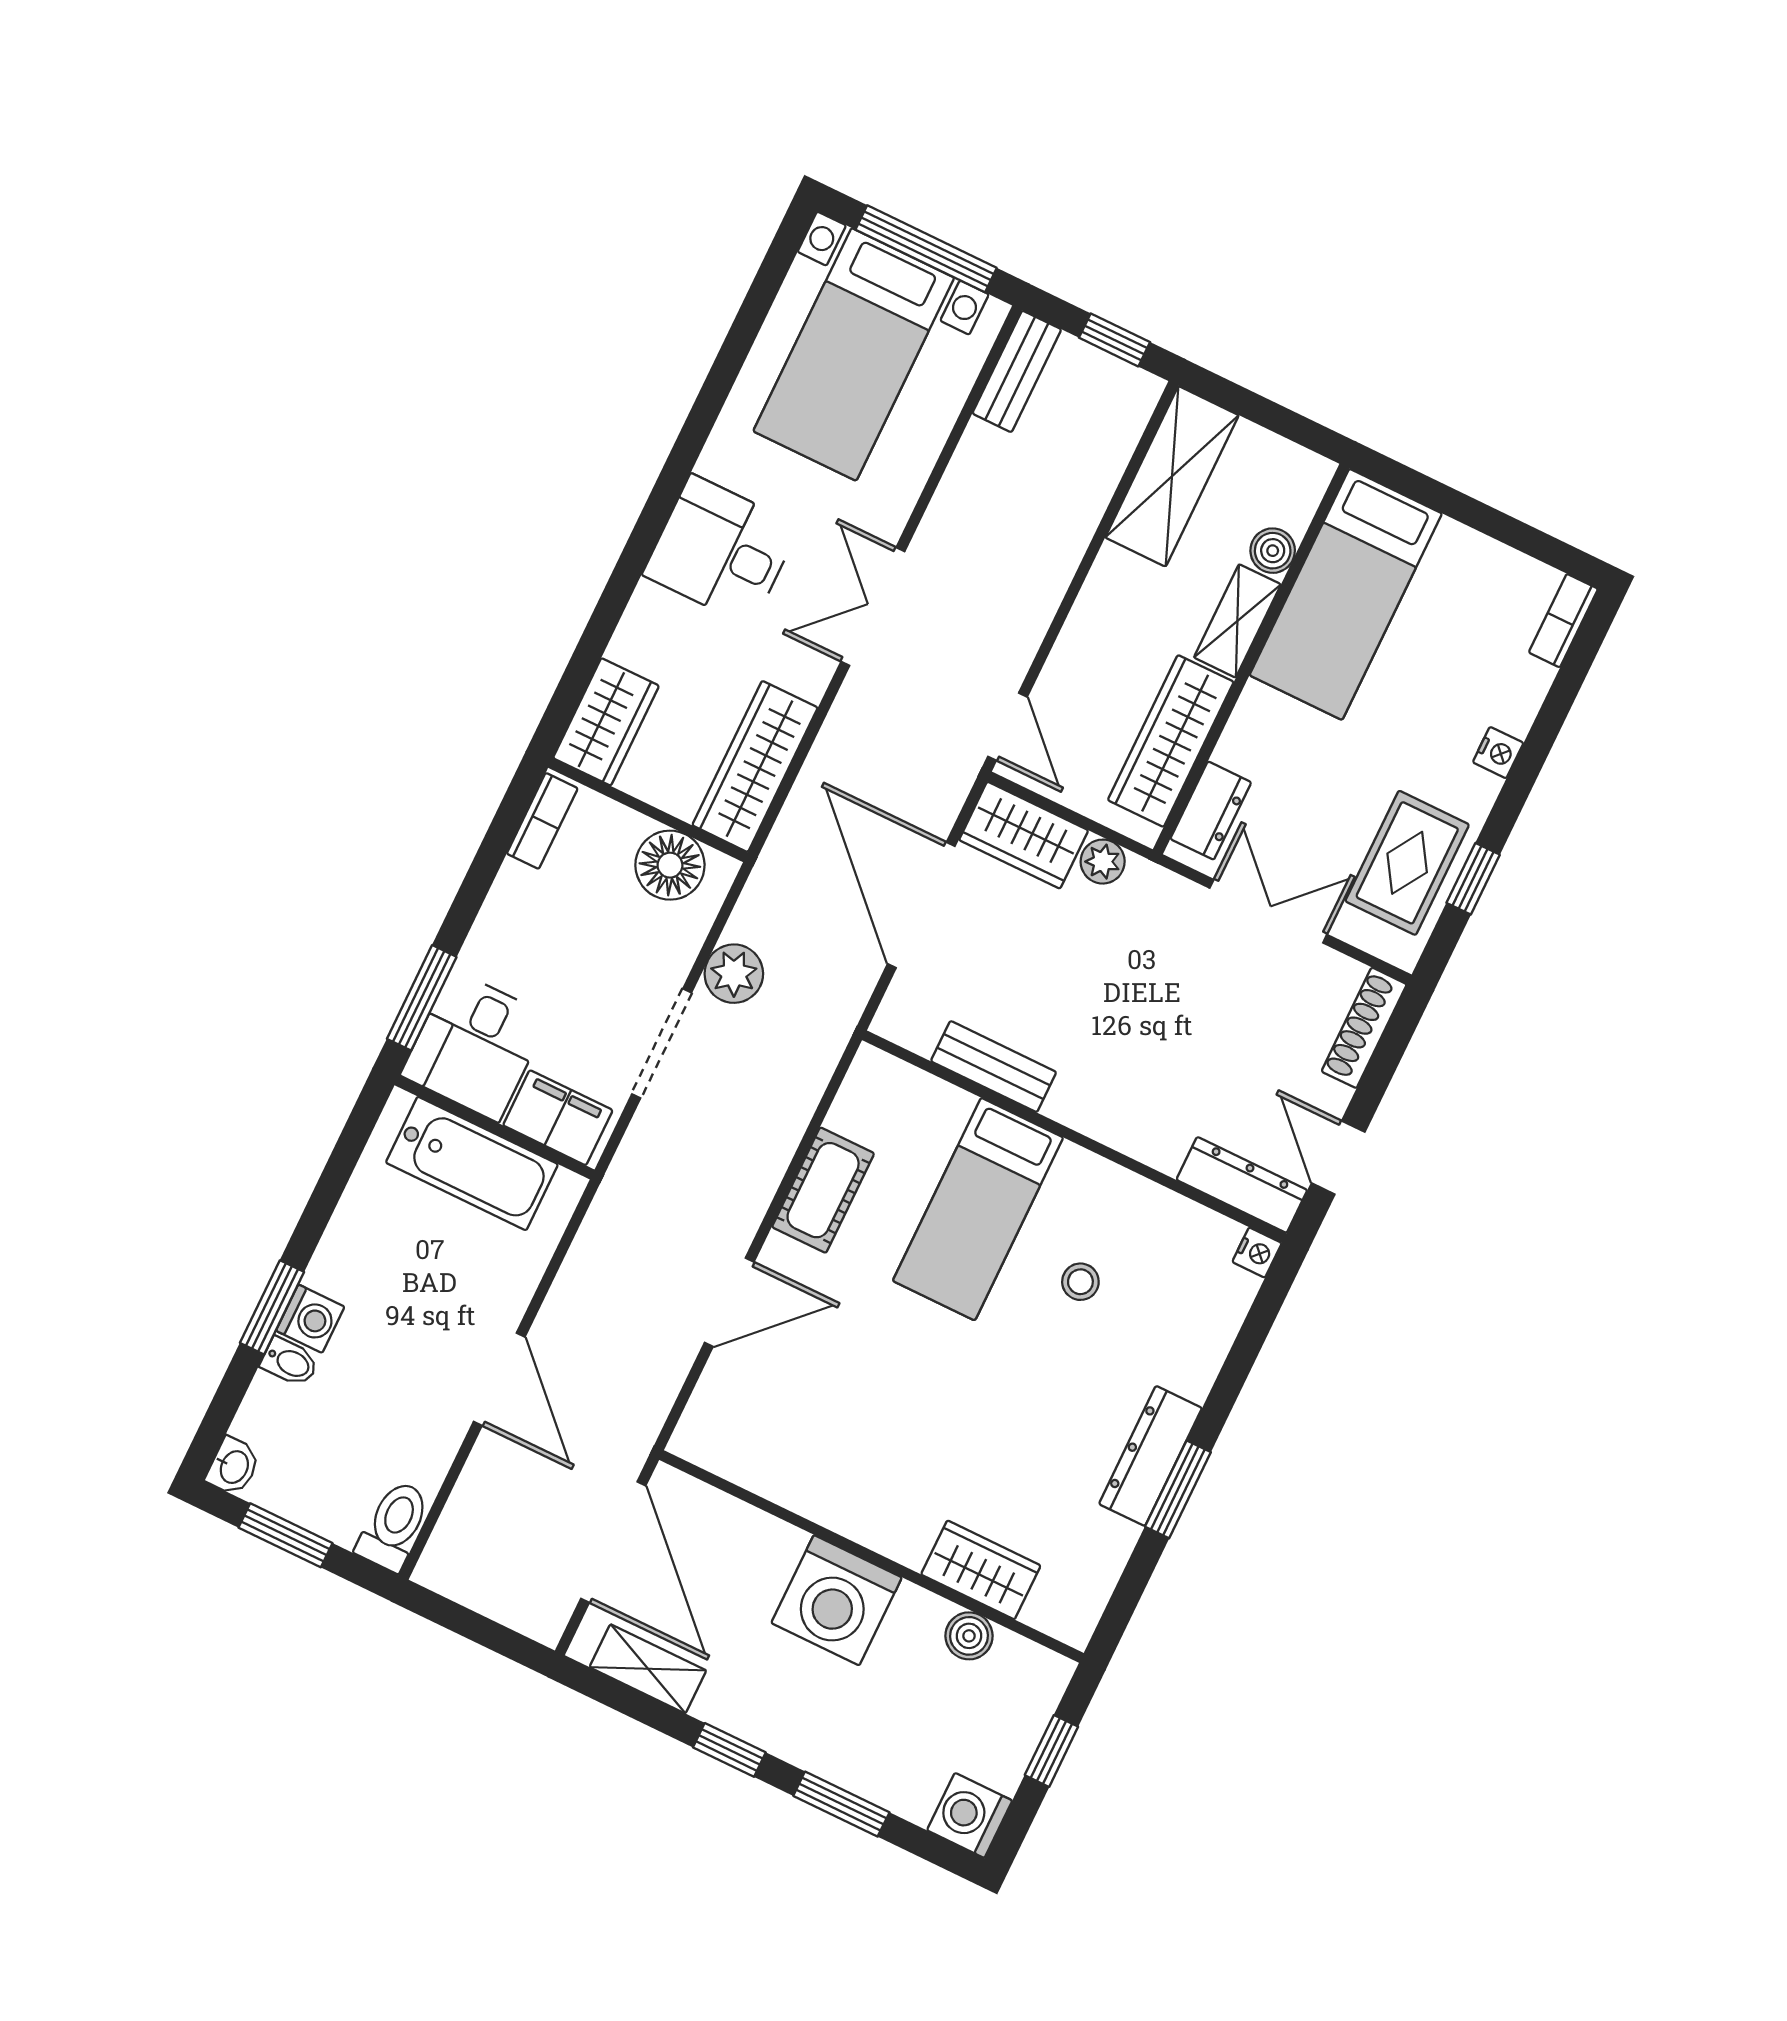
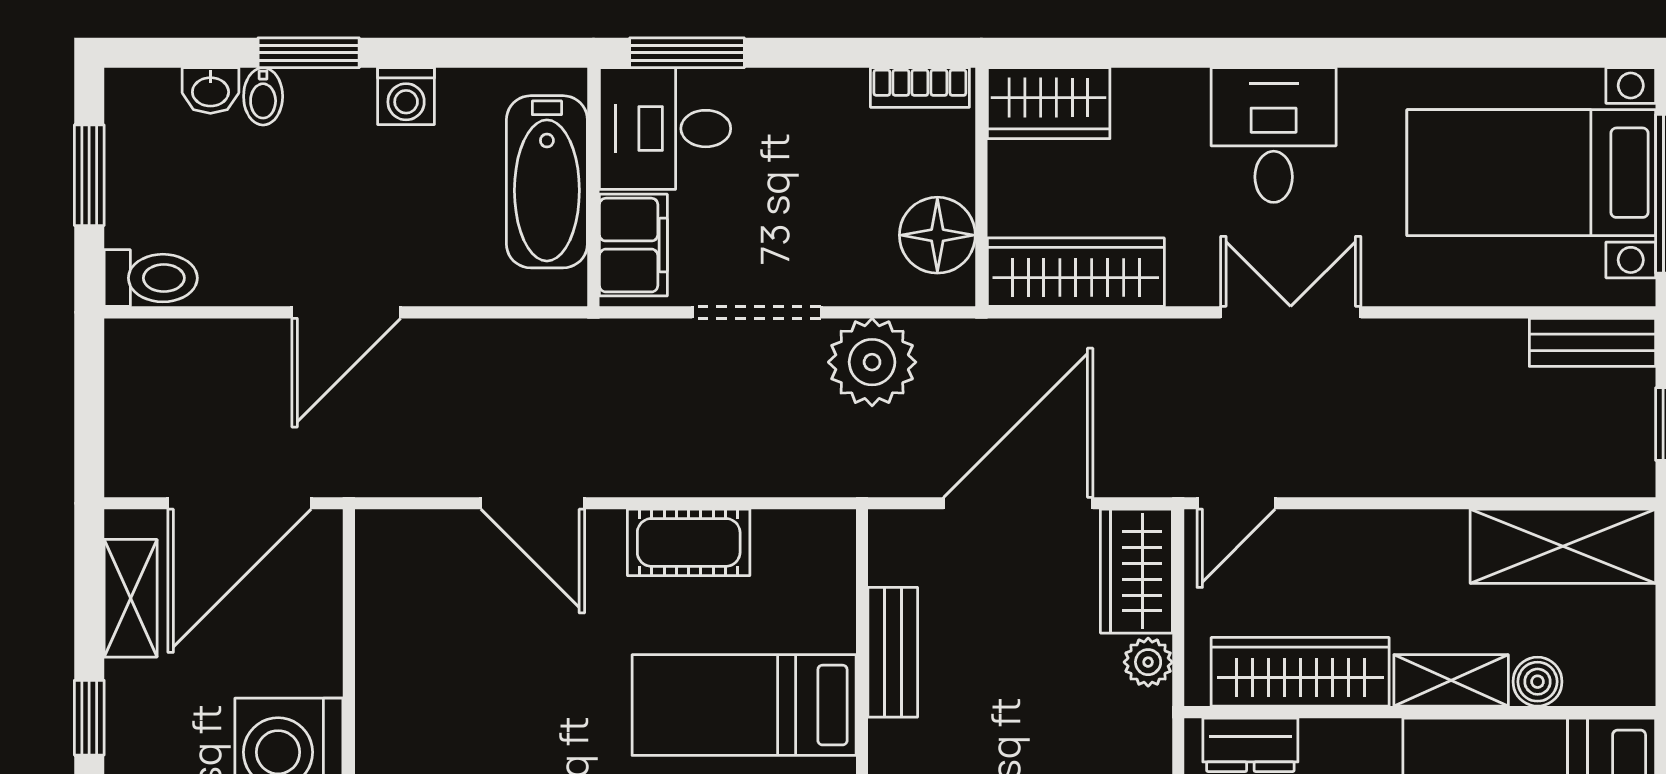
plant: (734, 974) -> (872, 362), width x1.36, depth x1.36
washing machine: (310, 1319) -> (406, 96), moved
washbasin: (233, 1466) -> (210, 91), moved

